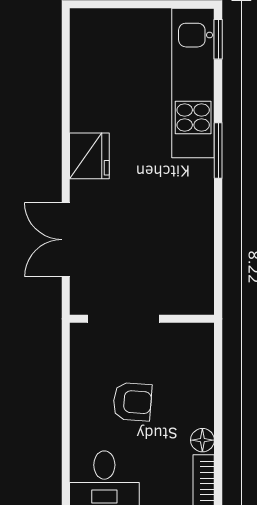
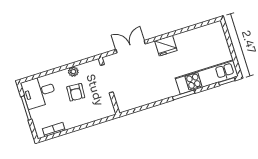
plant: (82, 392) -> (73, 72), added
floor lamp: (202, 440) -> (69, 124), removed

